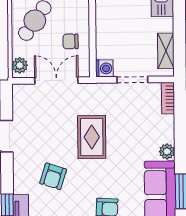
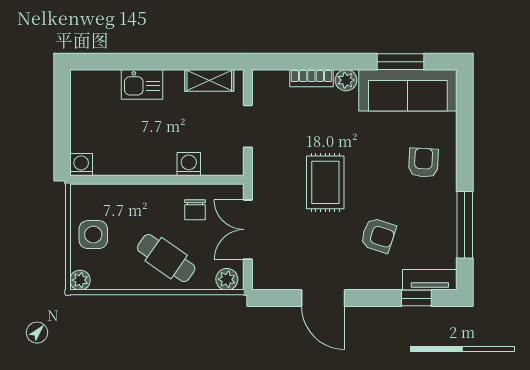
washing machine: (104, 68) -> (189, 164), moved
bookcase: (168, 98) -> (311, 78), moved
rug: (92, 137) -> (325, 182), turned 90

